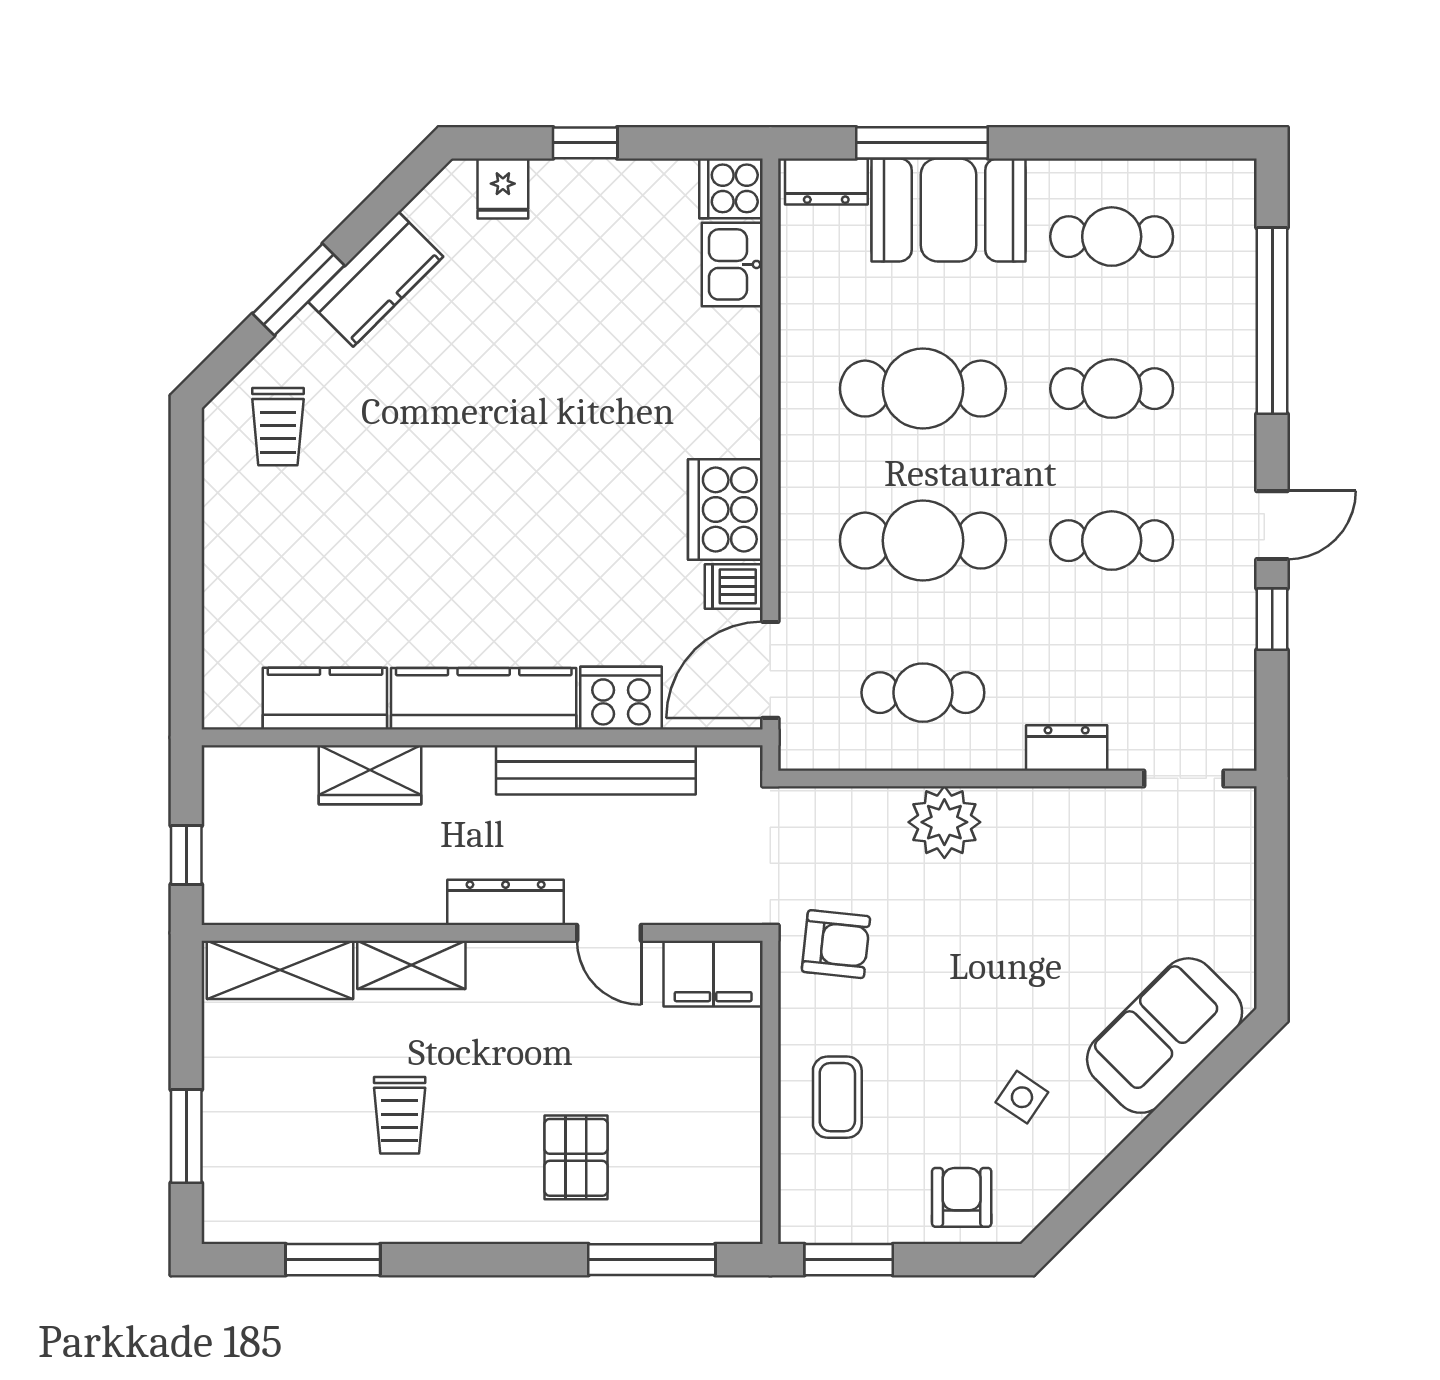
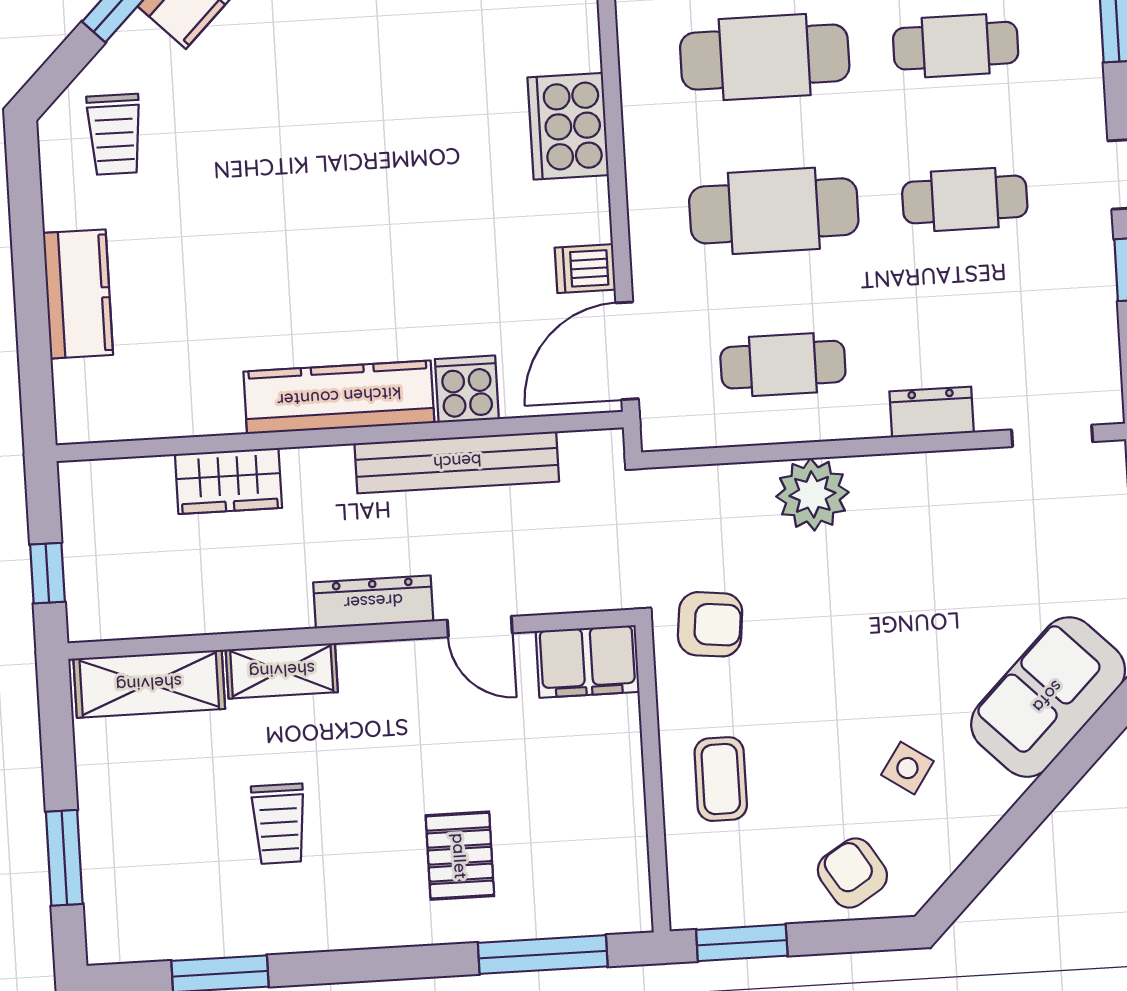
cooker: (725, 509) -> (568, 126), moved
cooker: (621, 698) -> (467, 389), width x0.73
kitchen counter: (325, 699) -> (78, 294), moved, turned 90
armchair: (962, 1197) -> (852, 873), turned -32

